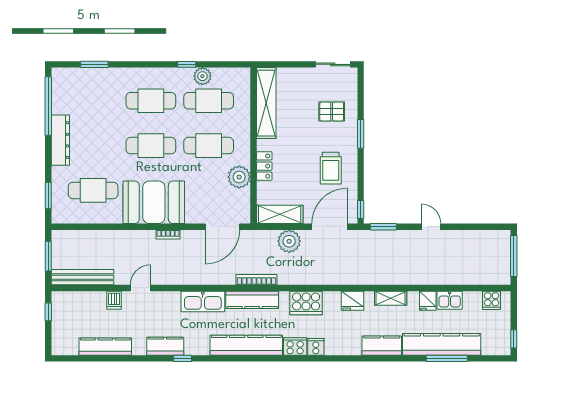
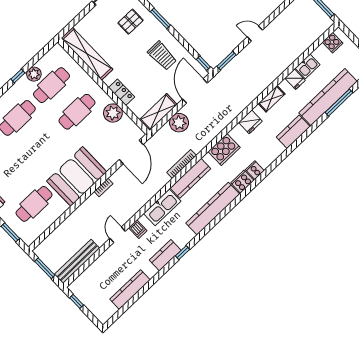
cafe table: (151, 146) -> (43, 145), removed
dishwasher: (114, 300) -> (138, 229), moved

